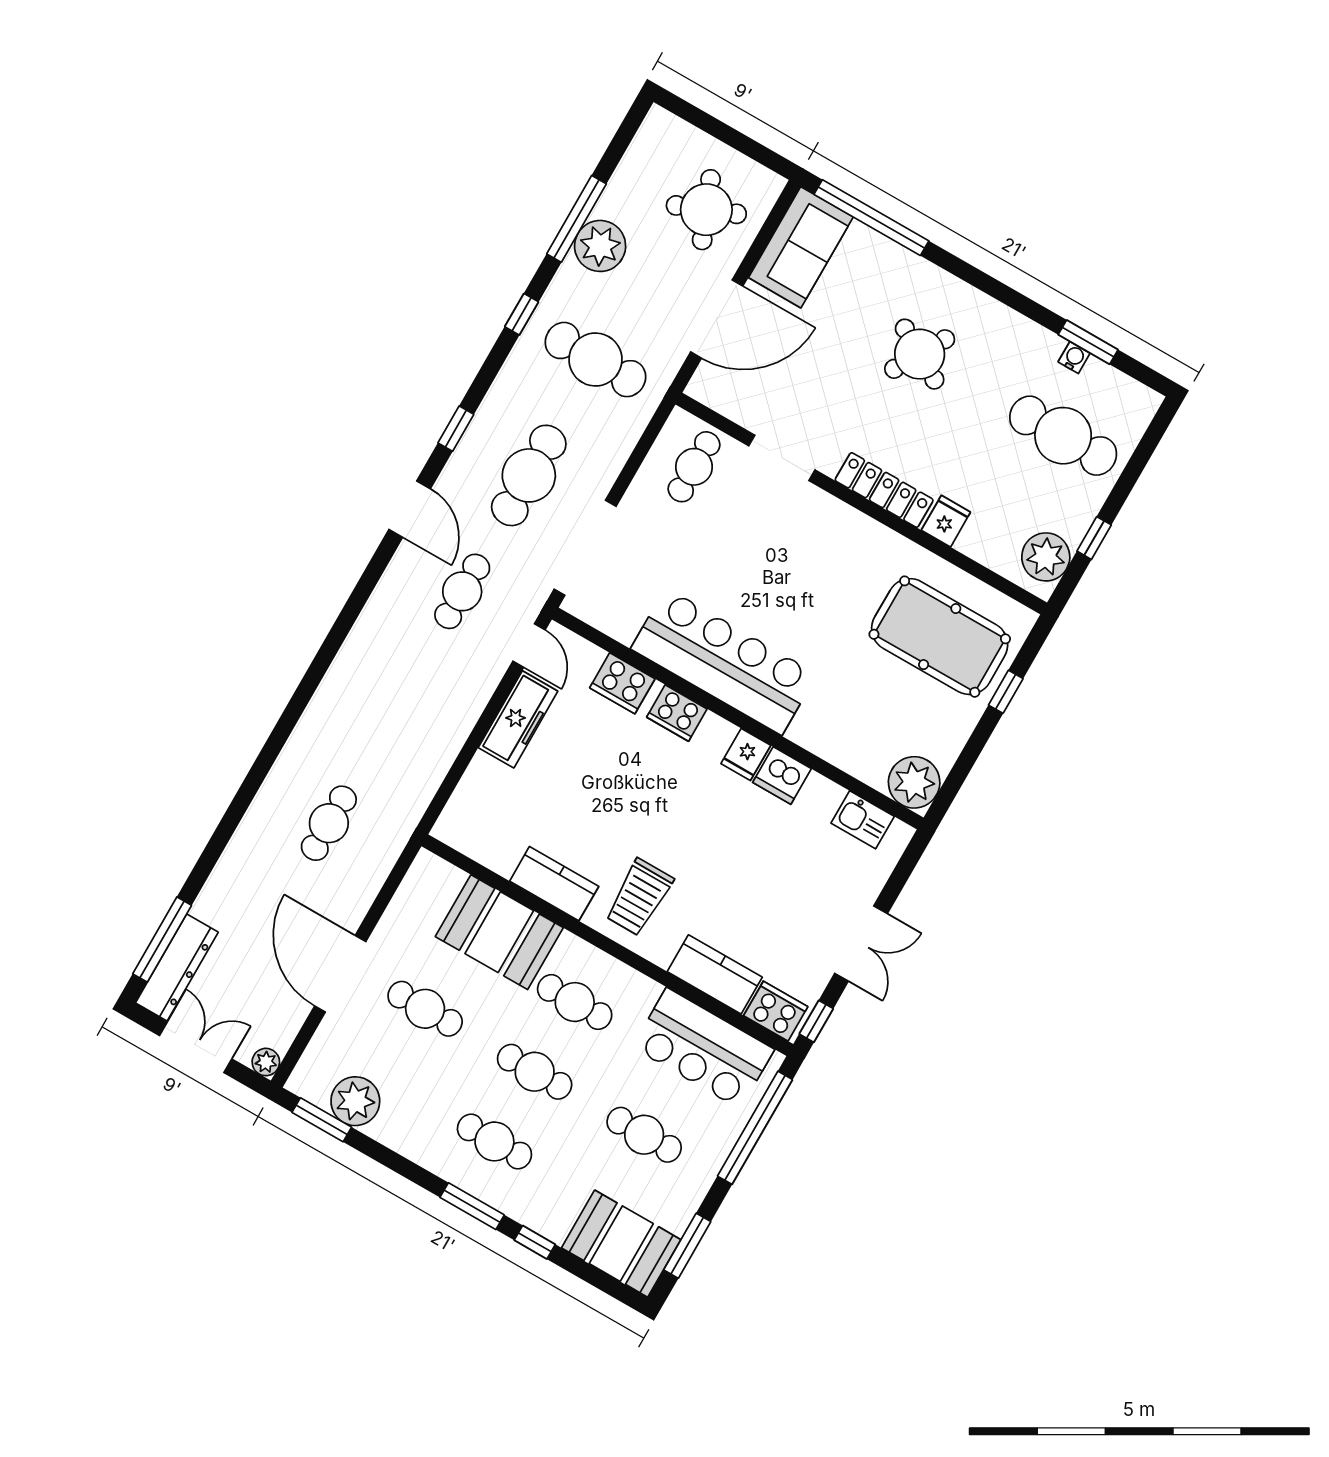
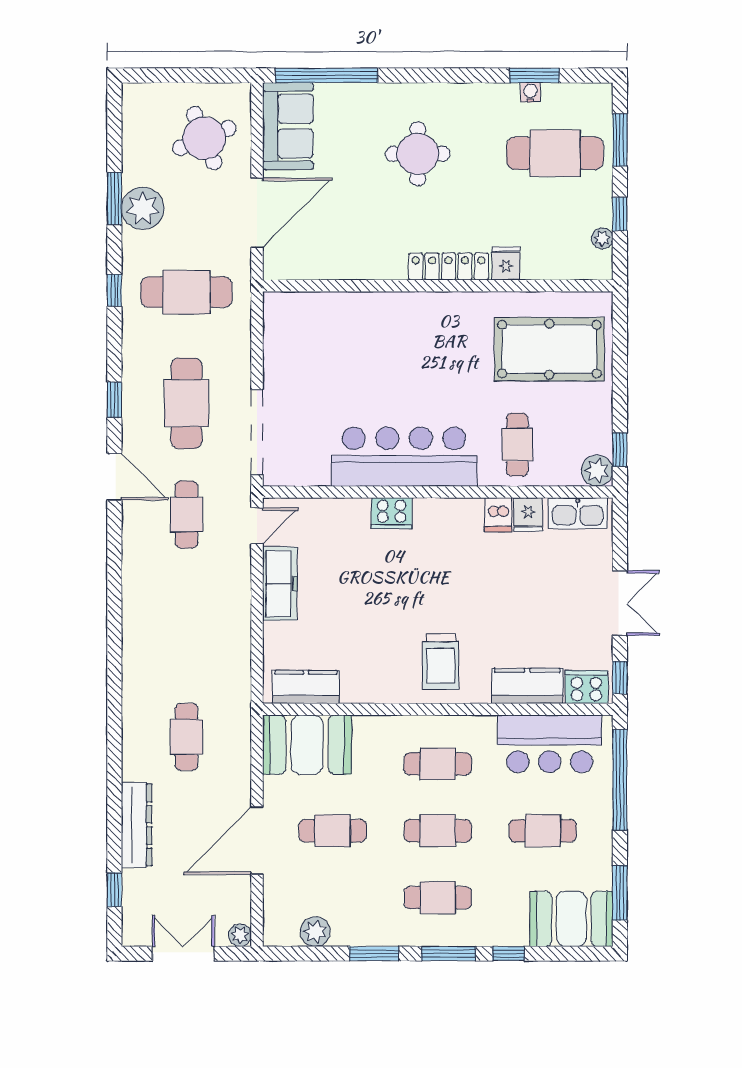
window: (576, 219) -> (114, 199), width x0.69
round table: (920, 354) -> (418, 154), turned -30
doorway: (782, 458) -> (361, 286), removed
window: (1139, 461) -> (620, 140), added
cafe table: (694, 467) -> (517, 445), moved
plant: (1046, 557) -> (602, 238), width x0.53, depth x0.53
door: (529, 646) -> (257, 526), hinge flipped
cooker: (622, 683) -> (340, 514), removed
window: (1006, 692) -> (620, 450), moved
fridge: (746, 754) -> (528, 515), moved
dishwasher: (782, 776) -> (498, 515), width x0.73
plant: (914, 782) -> (597, 471), width x0.73, depth x0.73
kitchen sink: (863, 820) -> (578, 513), width x1.38
kitchen counter: (554, 884) -> (306, 687), moved
booth: (499, 932) -> (307, 745), moved
window: (162, 940) -> (114, 890), width x0.46
dresser: (177, 967) -> (137, 825), moved
door: (340, 974) -> (257, 841), hinge flipped
plant: (355, 1101) -> (315, 932), width x0.73, depth x0.73
window: (322, 1120) -> (374, 954), moved

